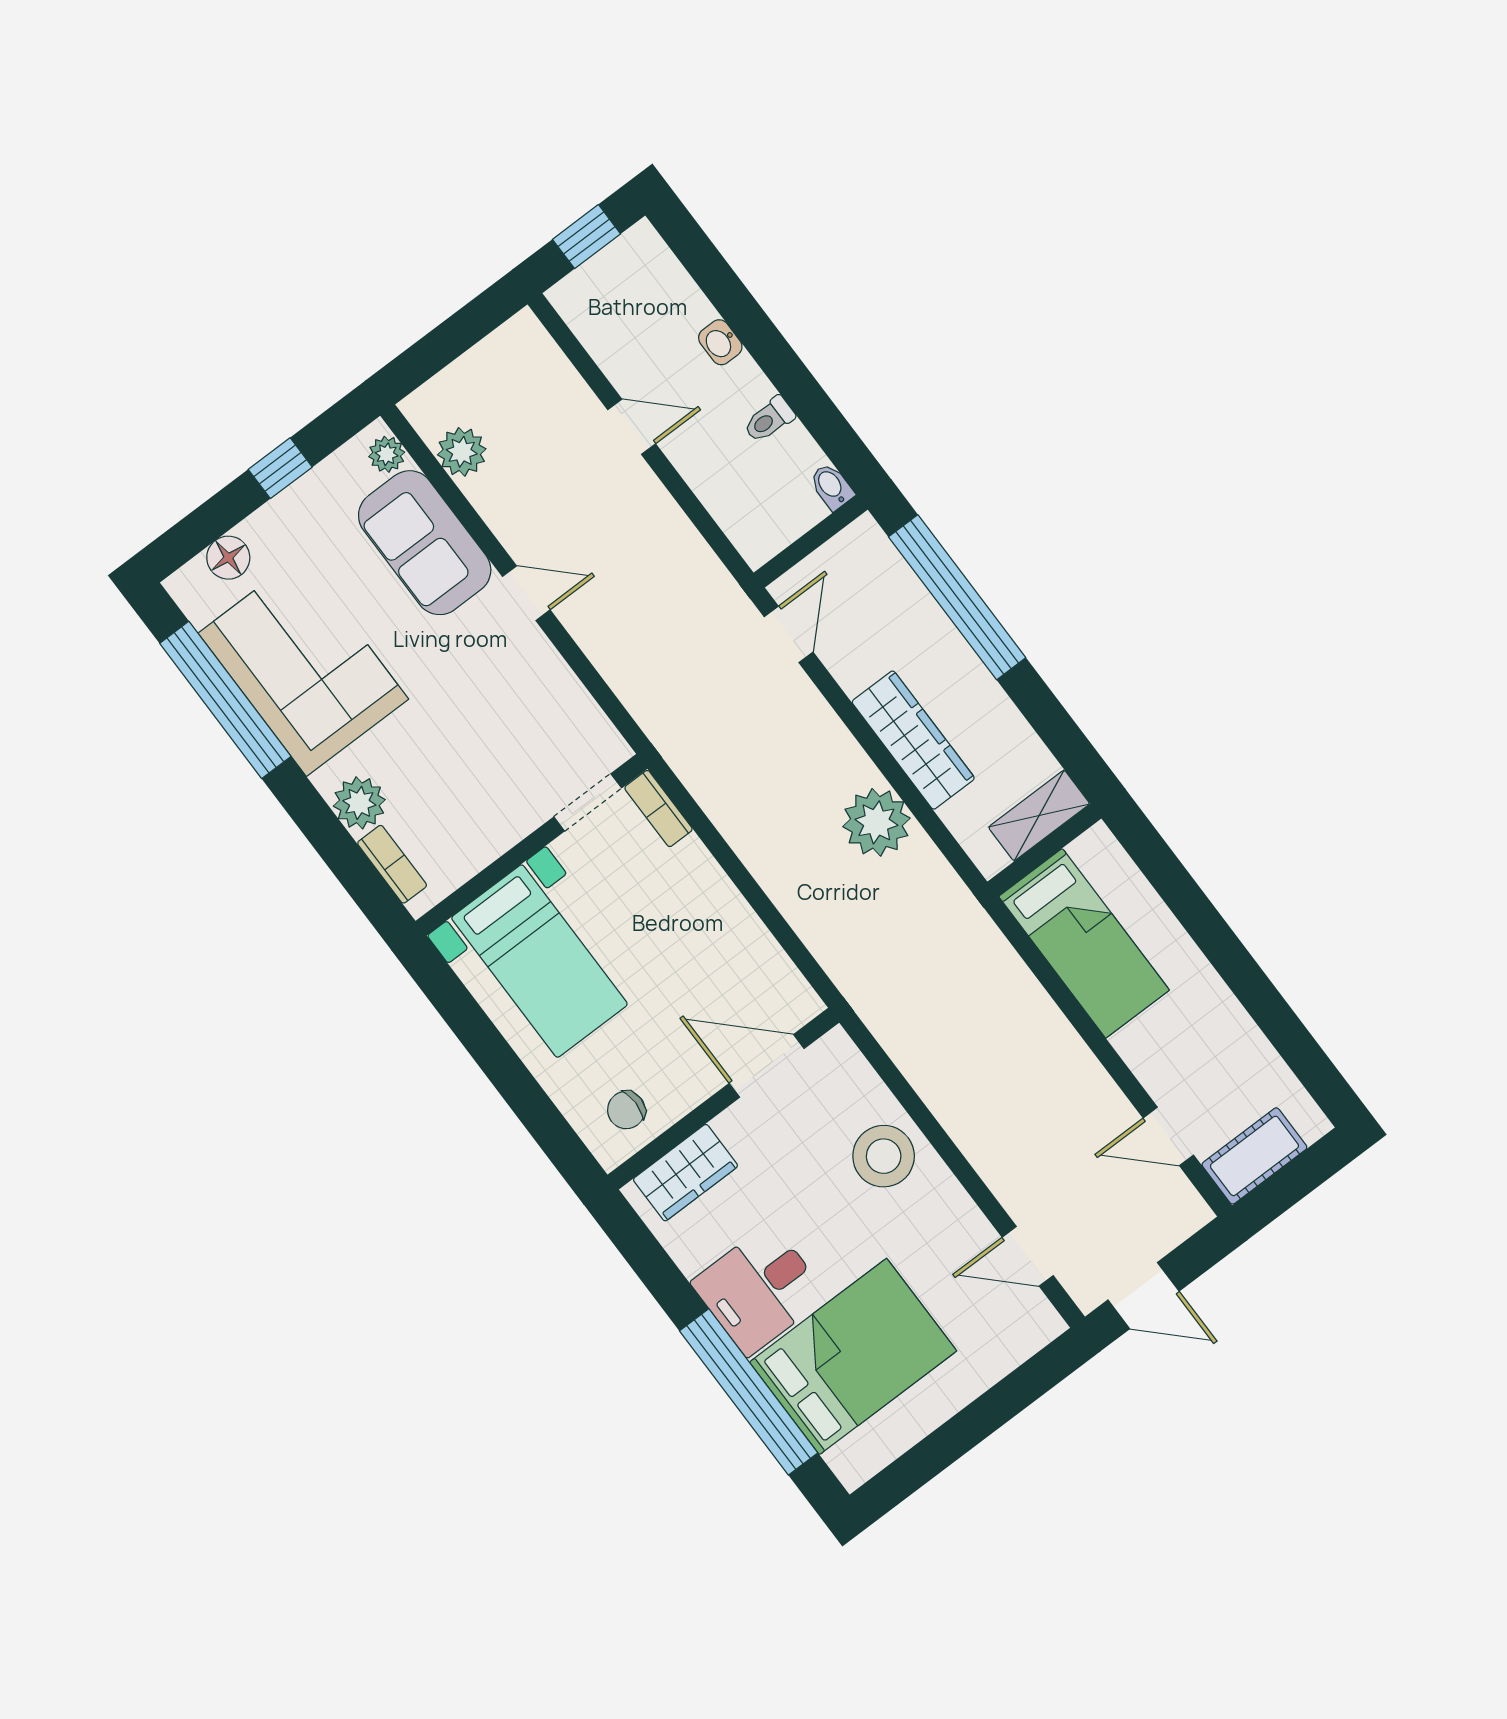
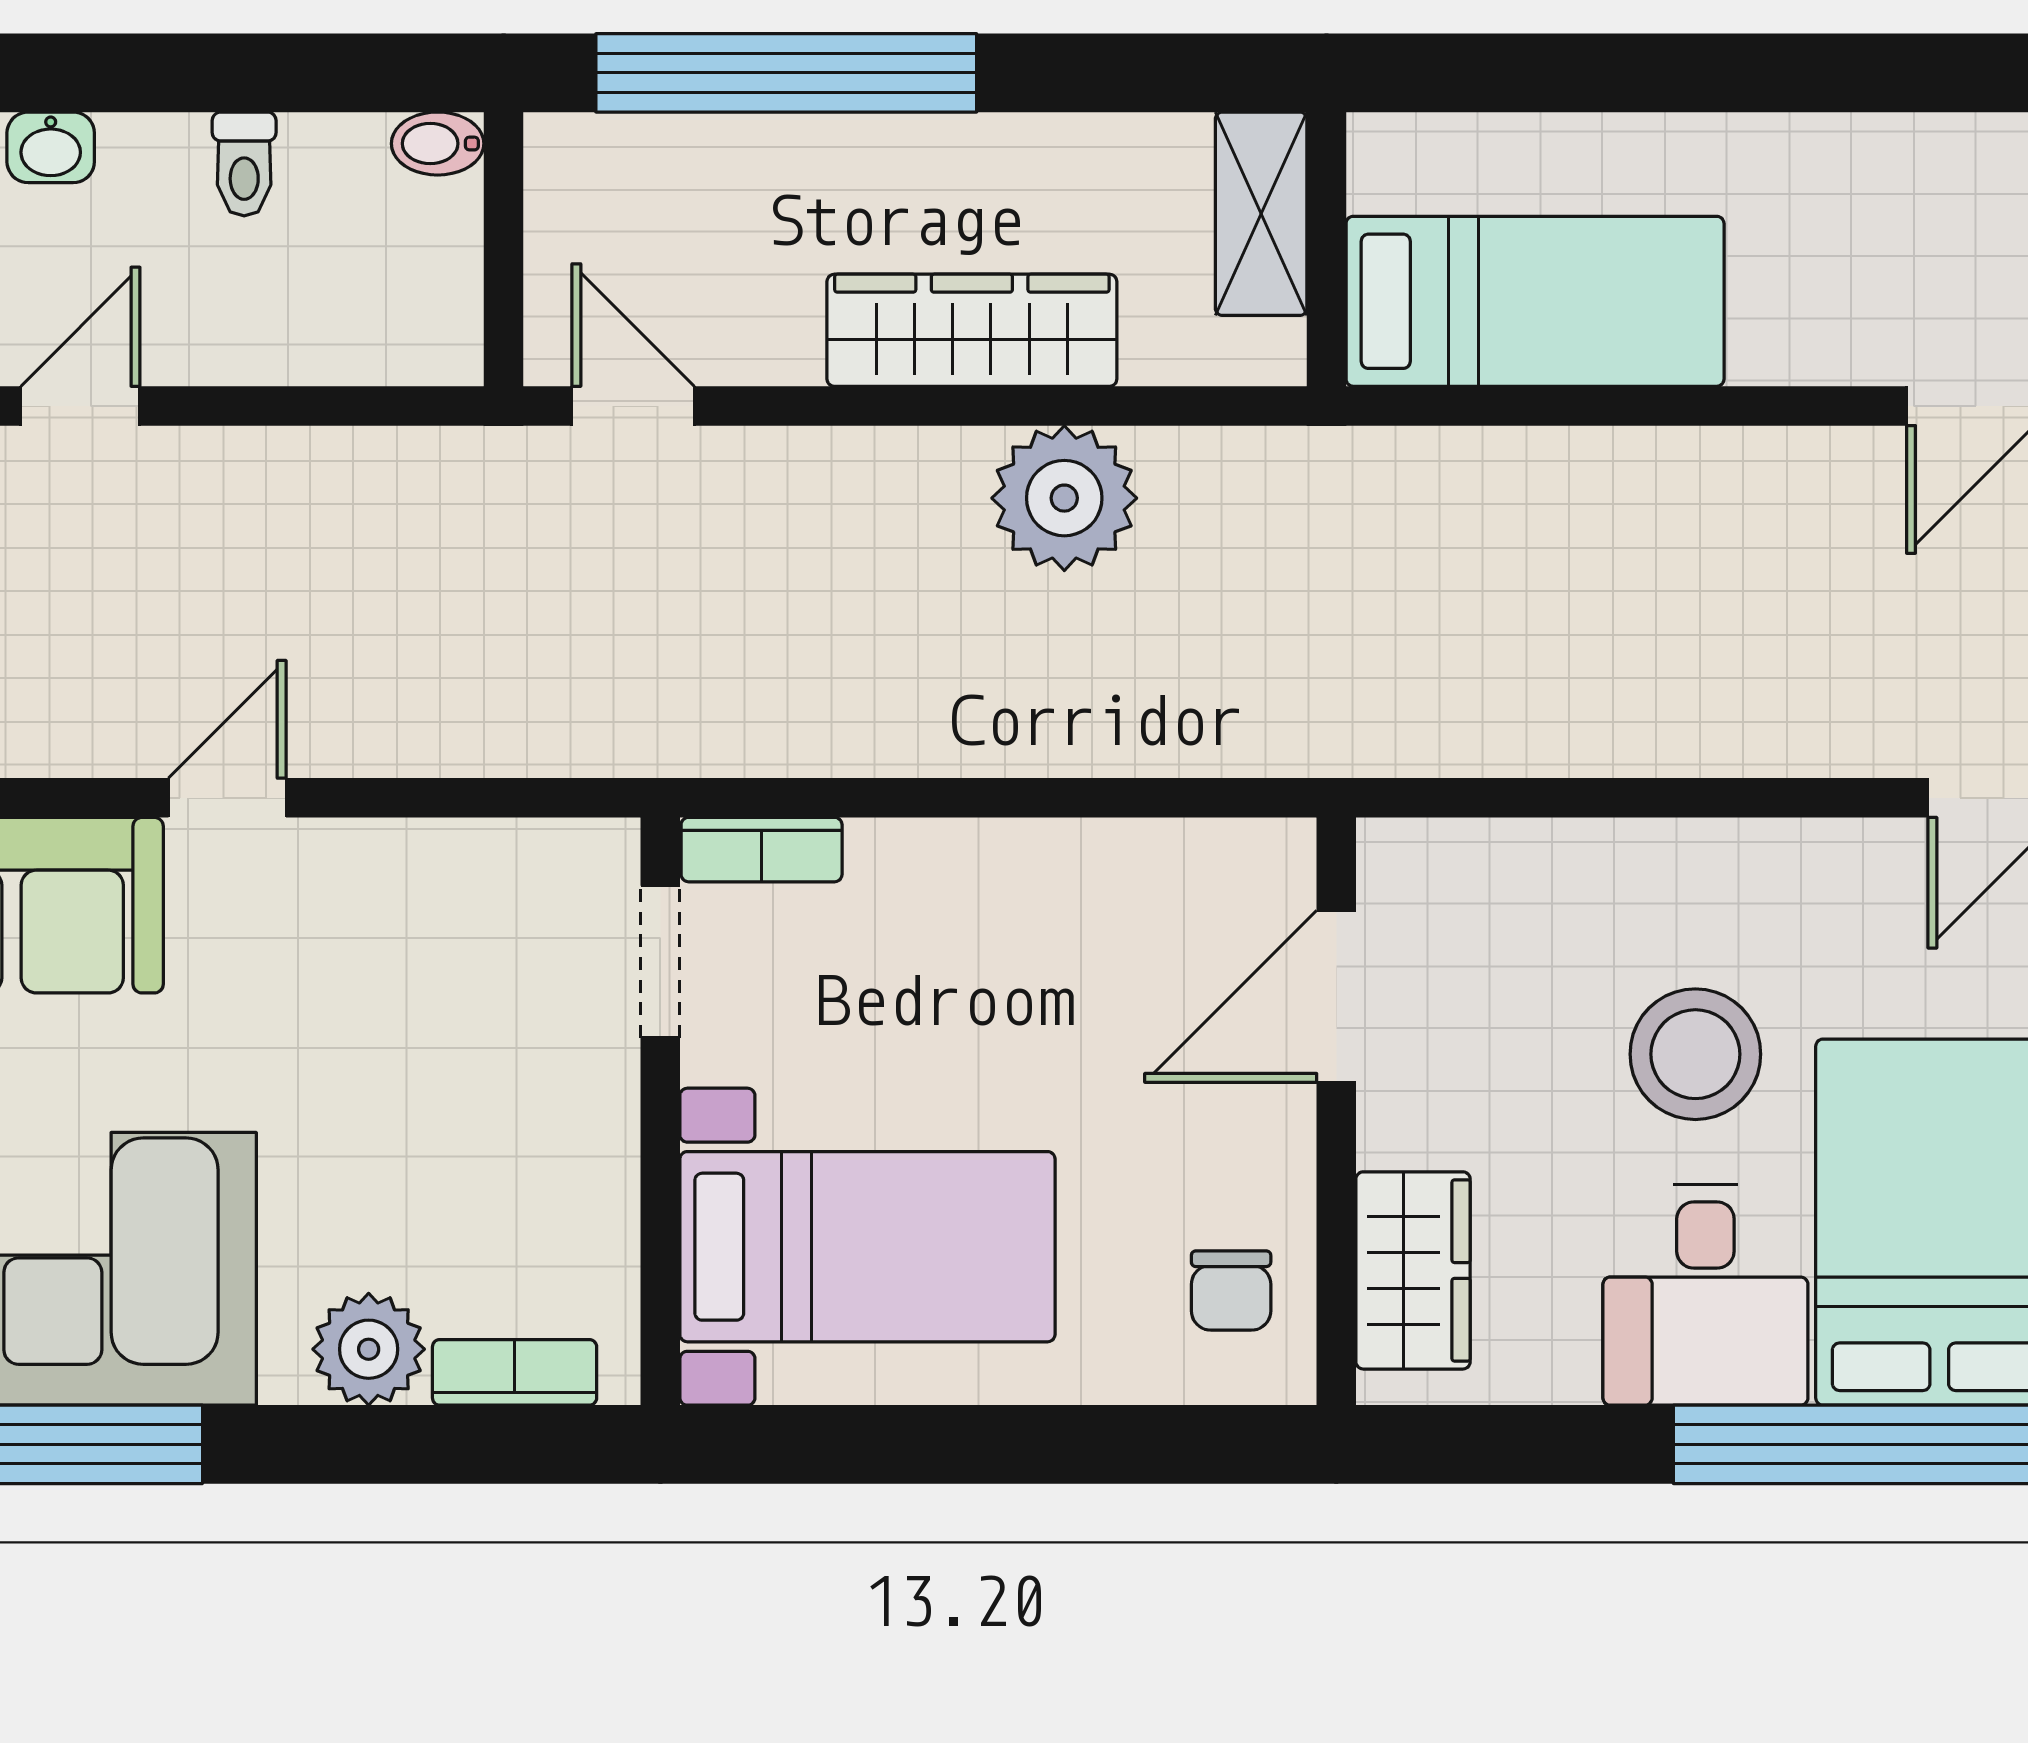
stool: (884, 1156) -> (1695, 1054), moved

